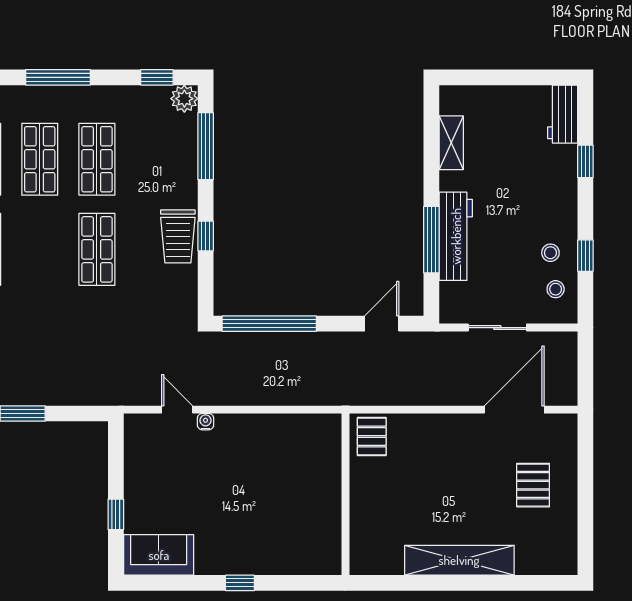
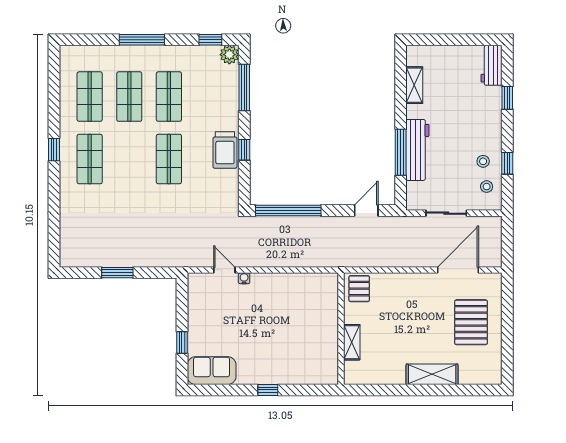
pallet: (533, 485) -> (471, 322), width x1.50, depth x1.42
shelving: (361, 514) -> (352, 342), added
shelving: (459, 560) -> (432, 374), width x0.68

